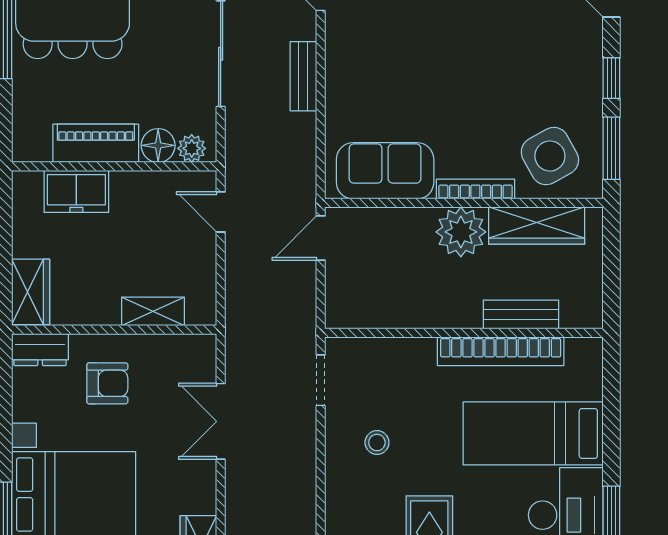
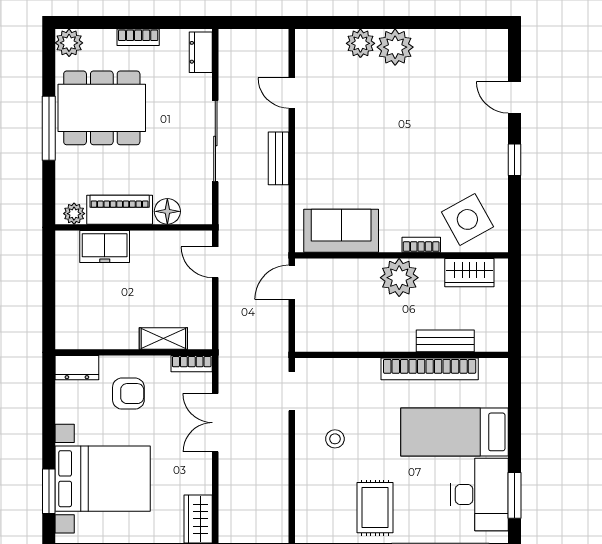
plant: (192, 148) -> (74, 214), moved
window: (611, 148) -> (514, 214), removed
bookcase: (475, 189) -> (421, 245), width x0.64
wardrobe: (537, 226) -> (469, 273), width x0.67
wardrobe: (31, 292) -> (70, 324), removed
bookcase: (190, 344) -> (192, 364), added

